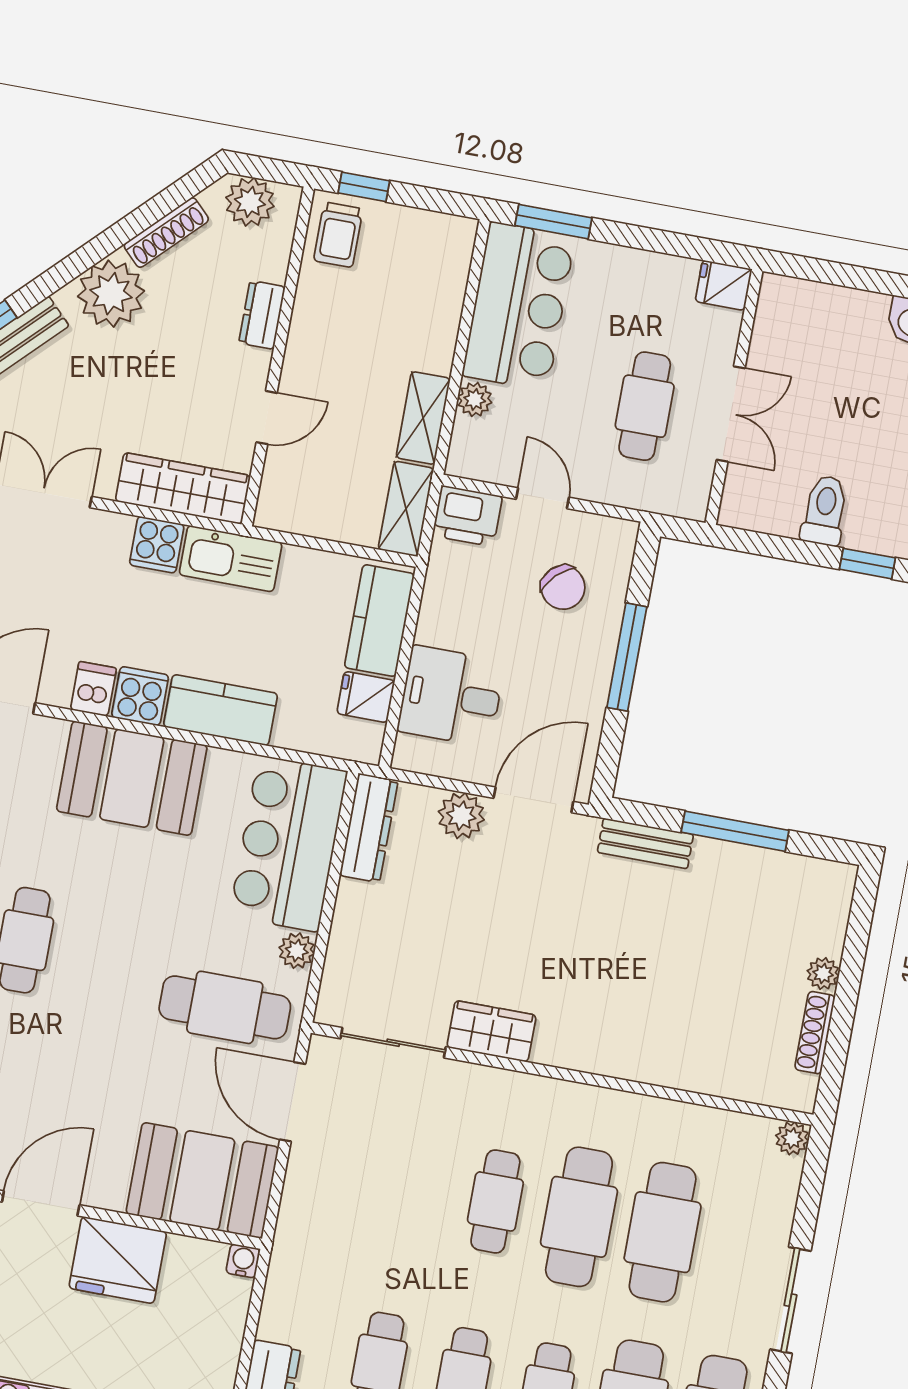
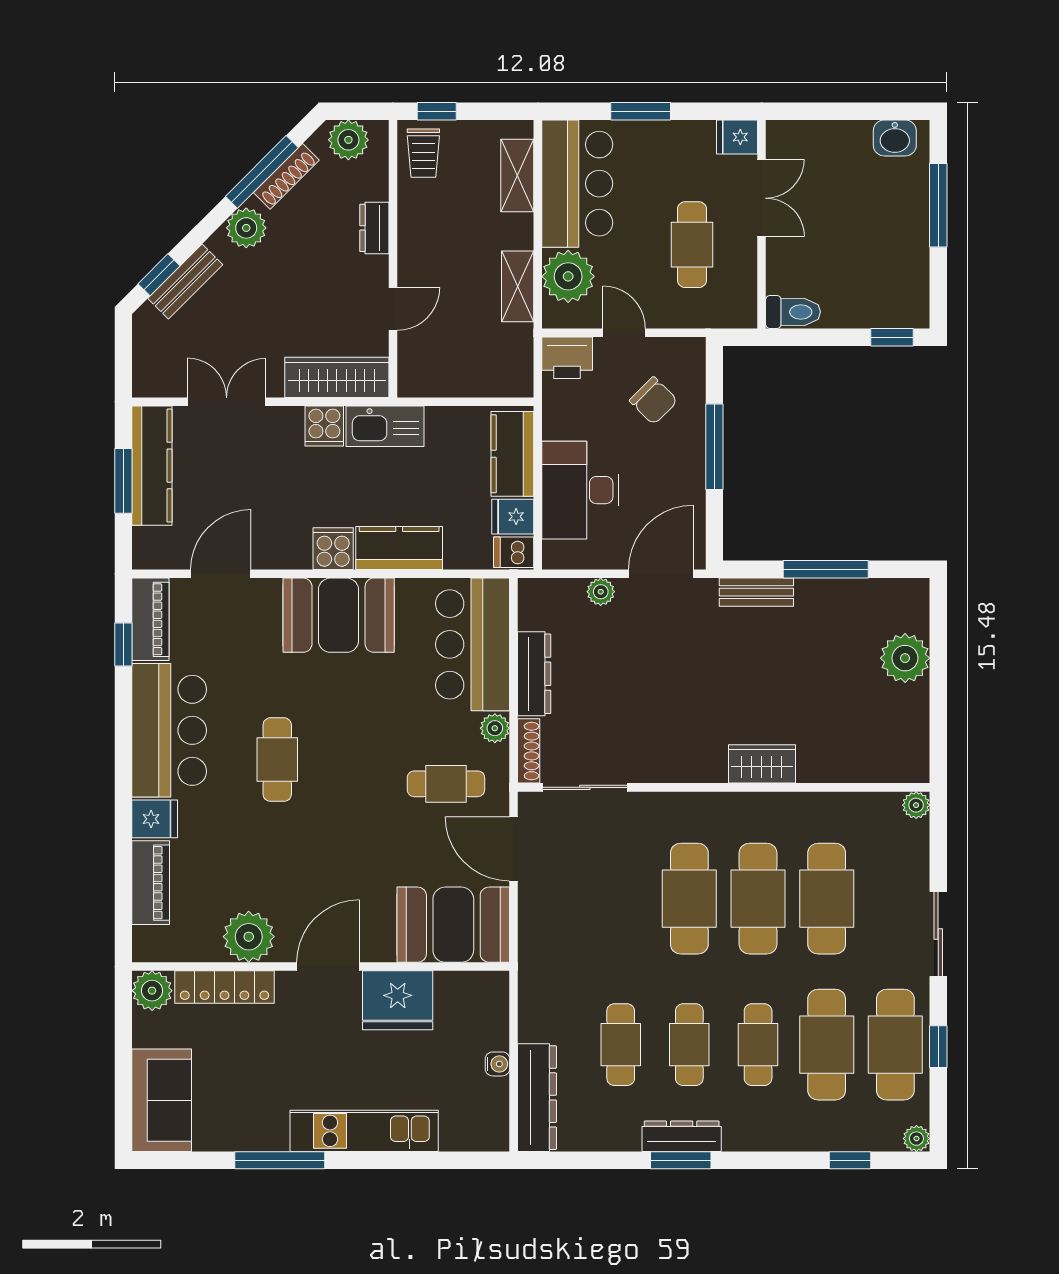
window: (137, 222) -> (262, 172), added
window: (553, 222) -> (641, 111), moved
plant: (111, 294) -> (246, 228), width x0.73, depth x0.73
plant: (475, 399) -> (568, 276), width x1.88, depth x1.88
double door: (731, 414) -> (762, 198), moved
shelving: (406, 509) -> (517, 175), moved
toilet: (825, 510) -> (793, 312), moved, turned 90
dishwasher: (93, 689) -> (514, 552), moved, turned -90
desk: (451, 696) -> (580, 490), width x1.37
plant: (461, 816) -> (601, 592), width x0.73, depth x0.73
dresser: (369, 828) -> (534, 674), moved
plant: (823, 973) -> (905, 658), width x1.87, depth x1.87
cafe table: (225, 1007) -> (446, 784), width x0.73, depth x0.74
wardrobe: (491, 1031) -> (762, 764), moved
shoe rack: (815, 1033) -> (529, 751), moved, turned 180
cafe table: (495, 1201) -> (689, 899), width x1.37, depth x1.35
water cooler: (243, 1261) -> (497, 1064), moved, turned 90

